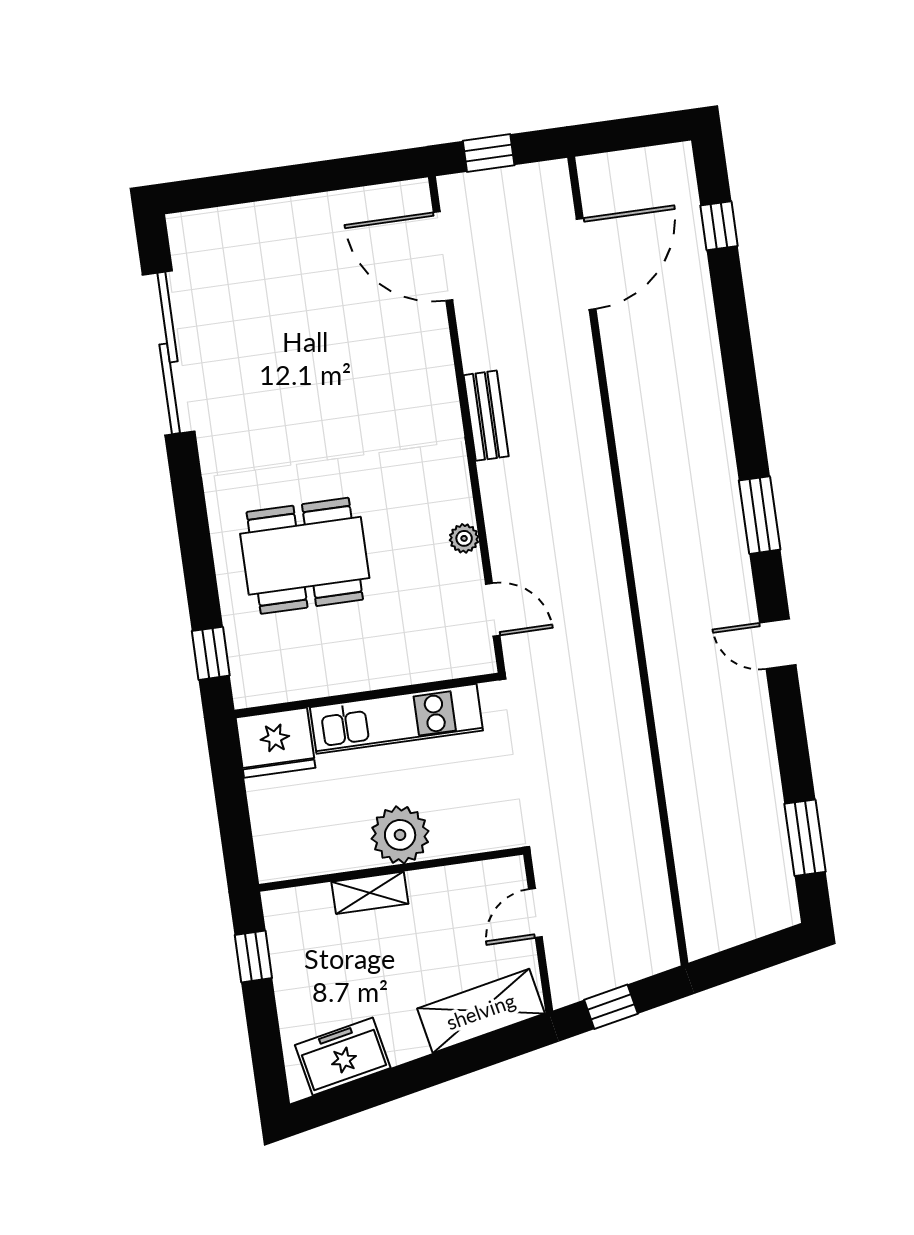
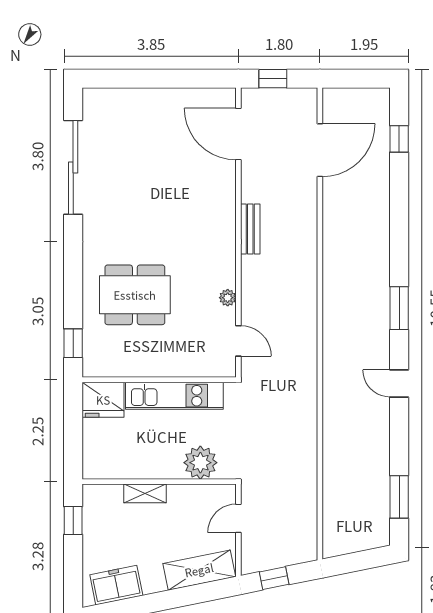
plant: (400, 835) -> (200, 463), moved

